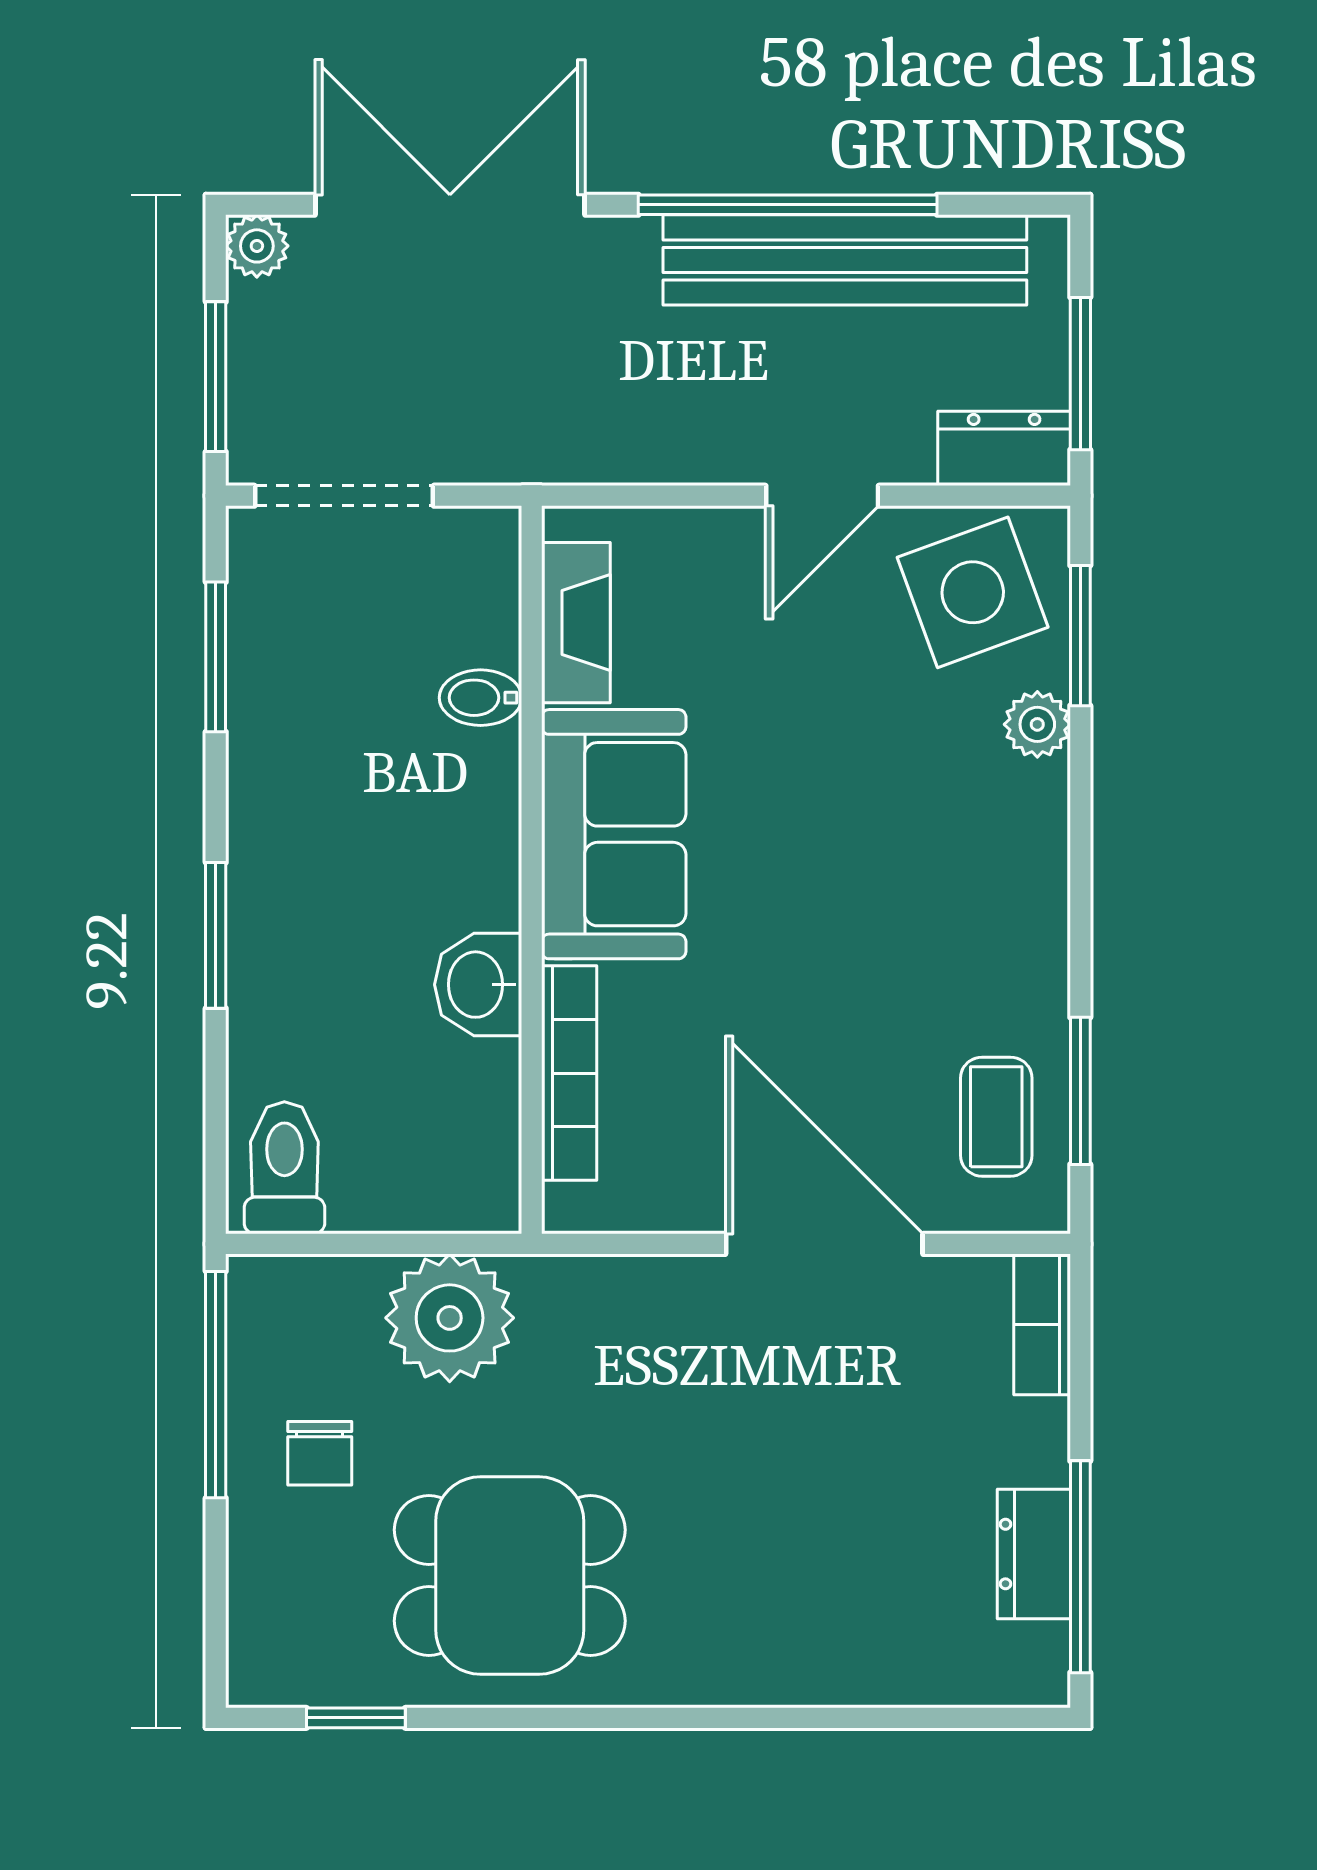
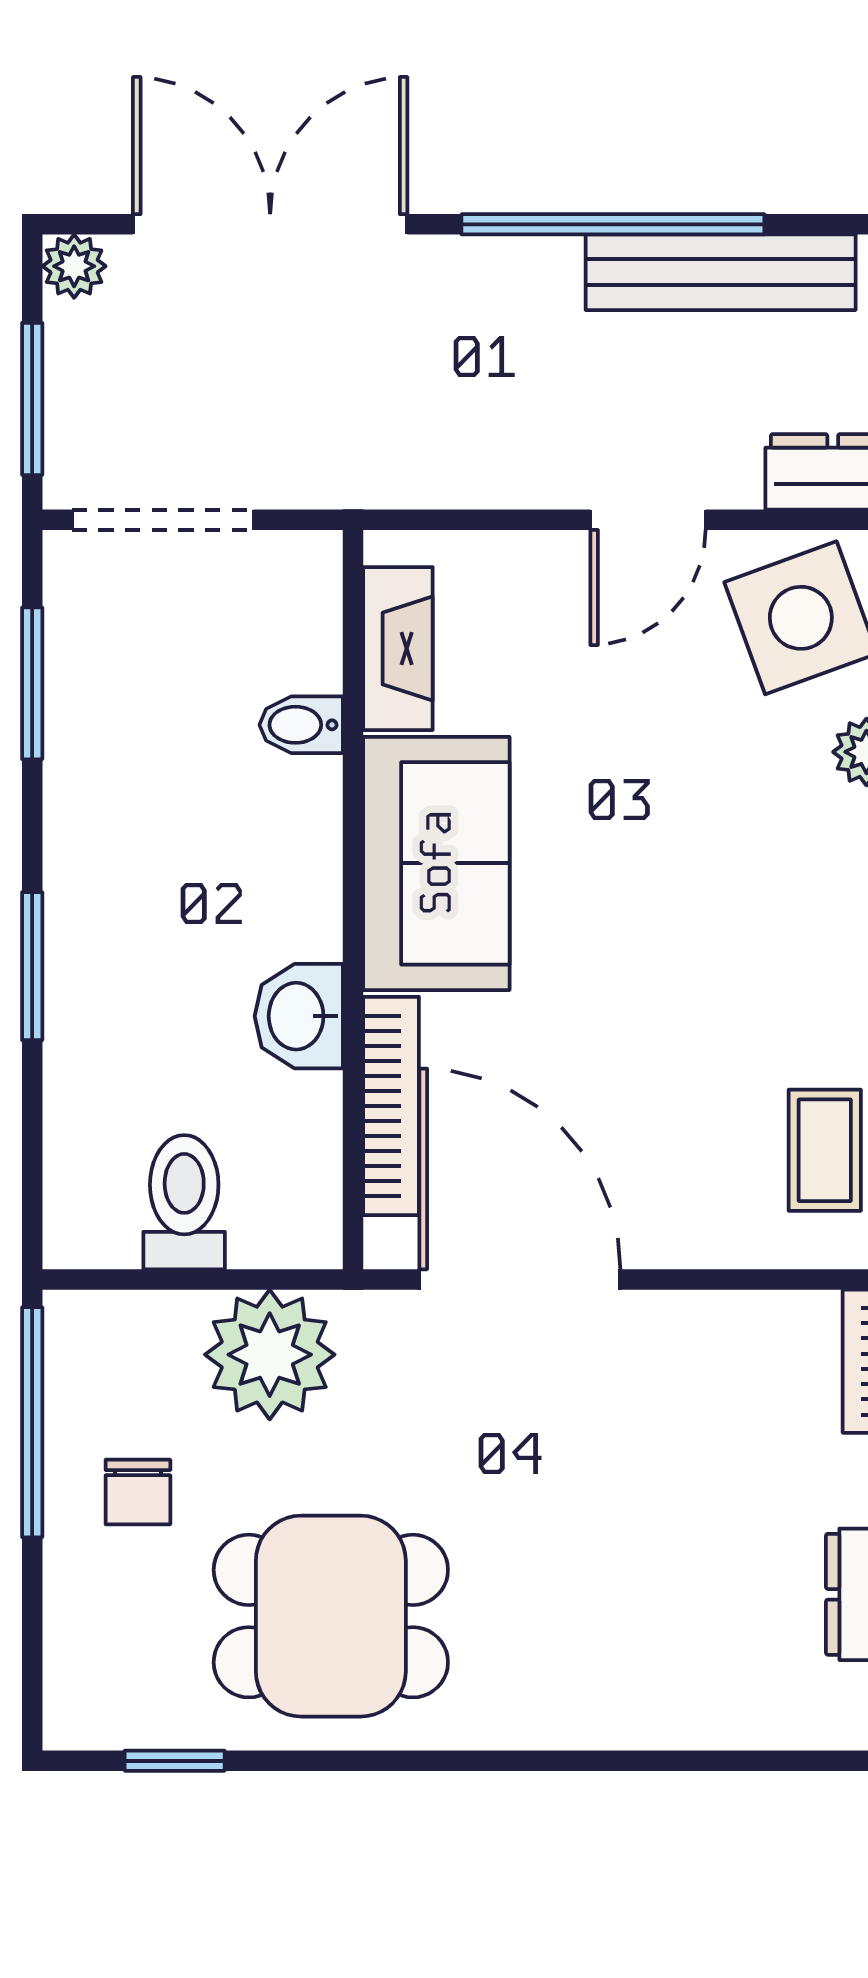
bench: (845, 260) -> (721, 272), width x0.73, depth x0.82
toilet: (284, 1168) -> (184, 1202), moved
door: (824, 1244) -> (520, 1279), moved

